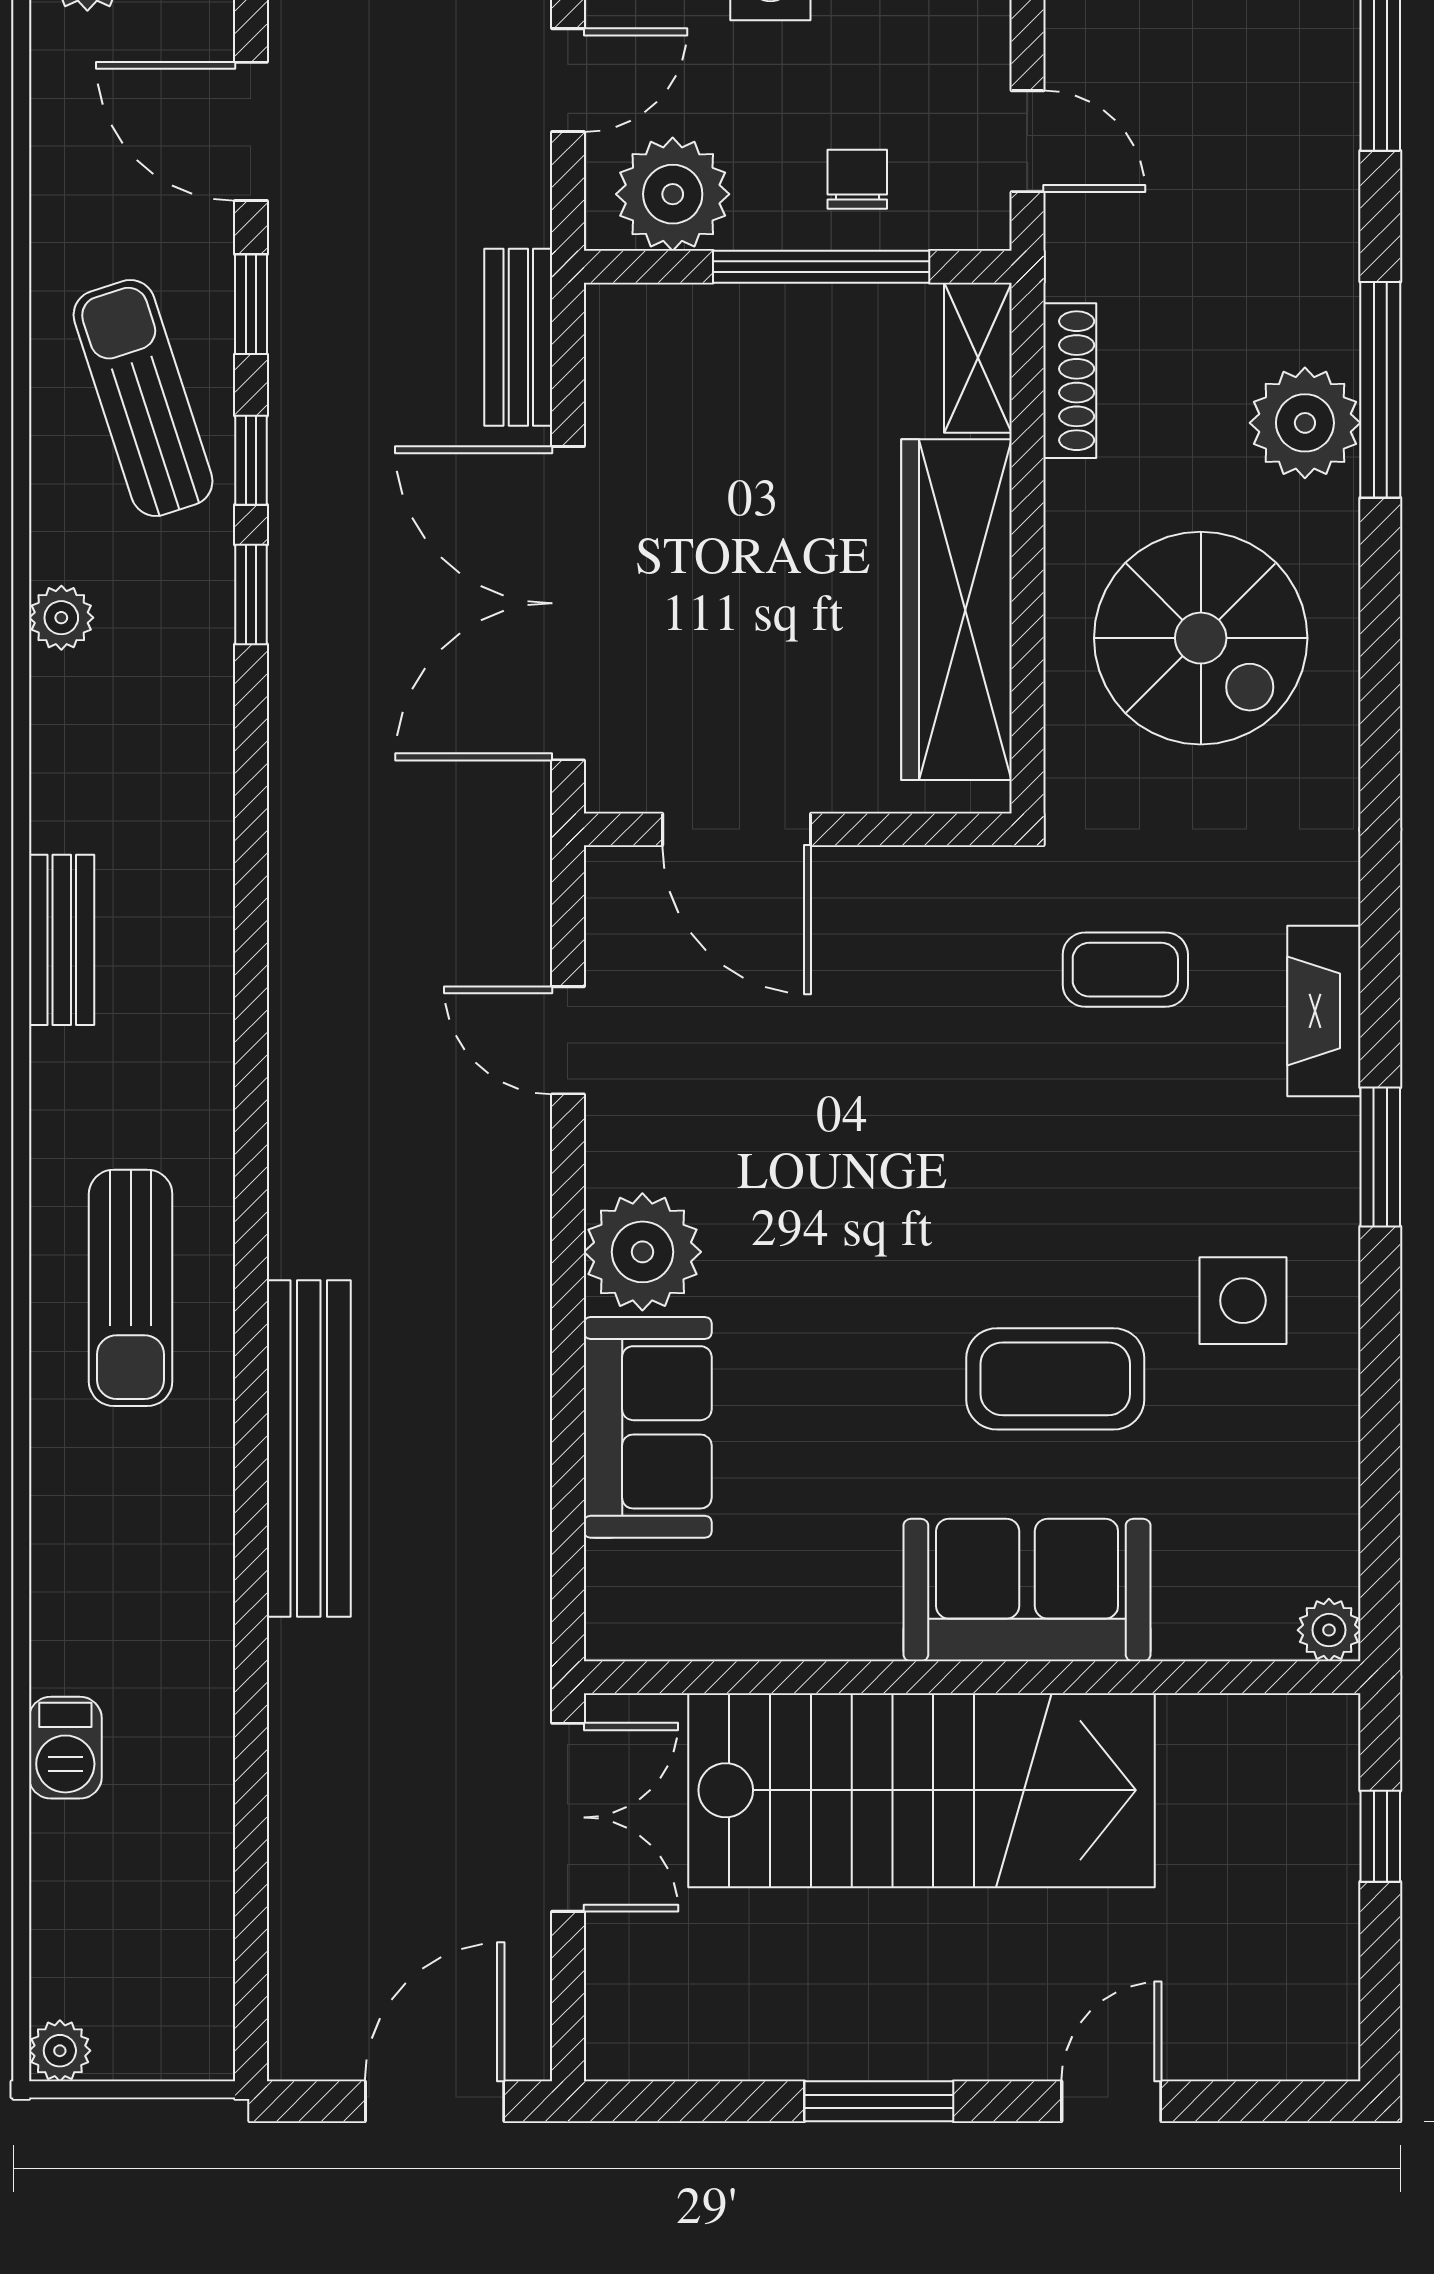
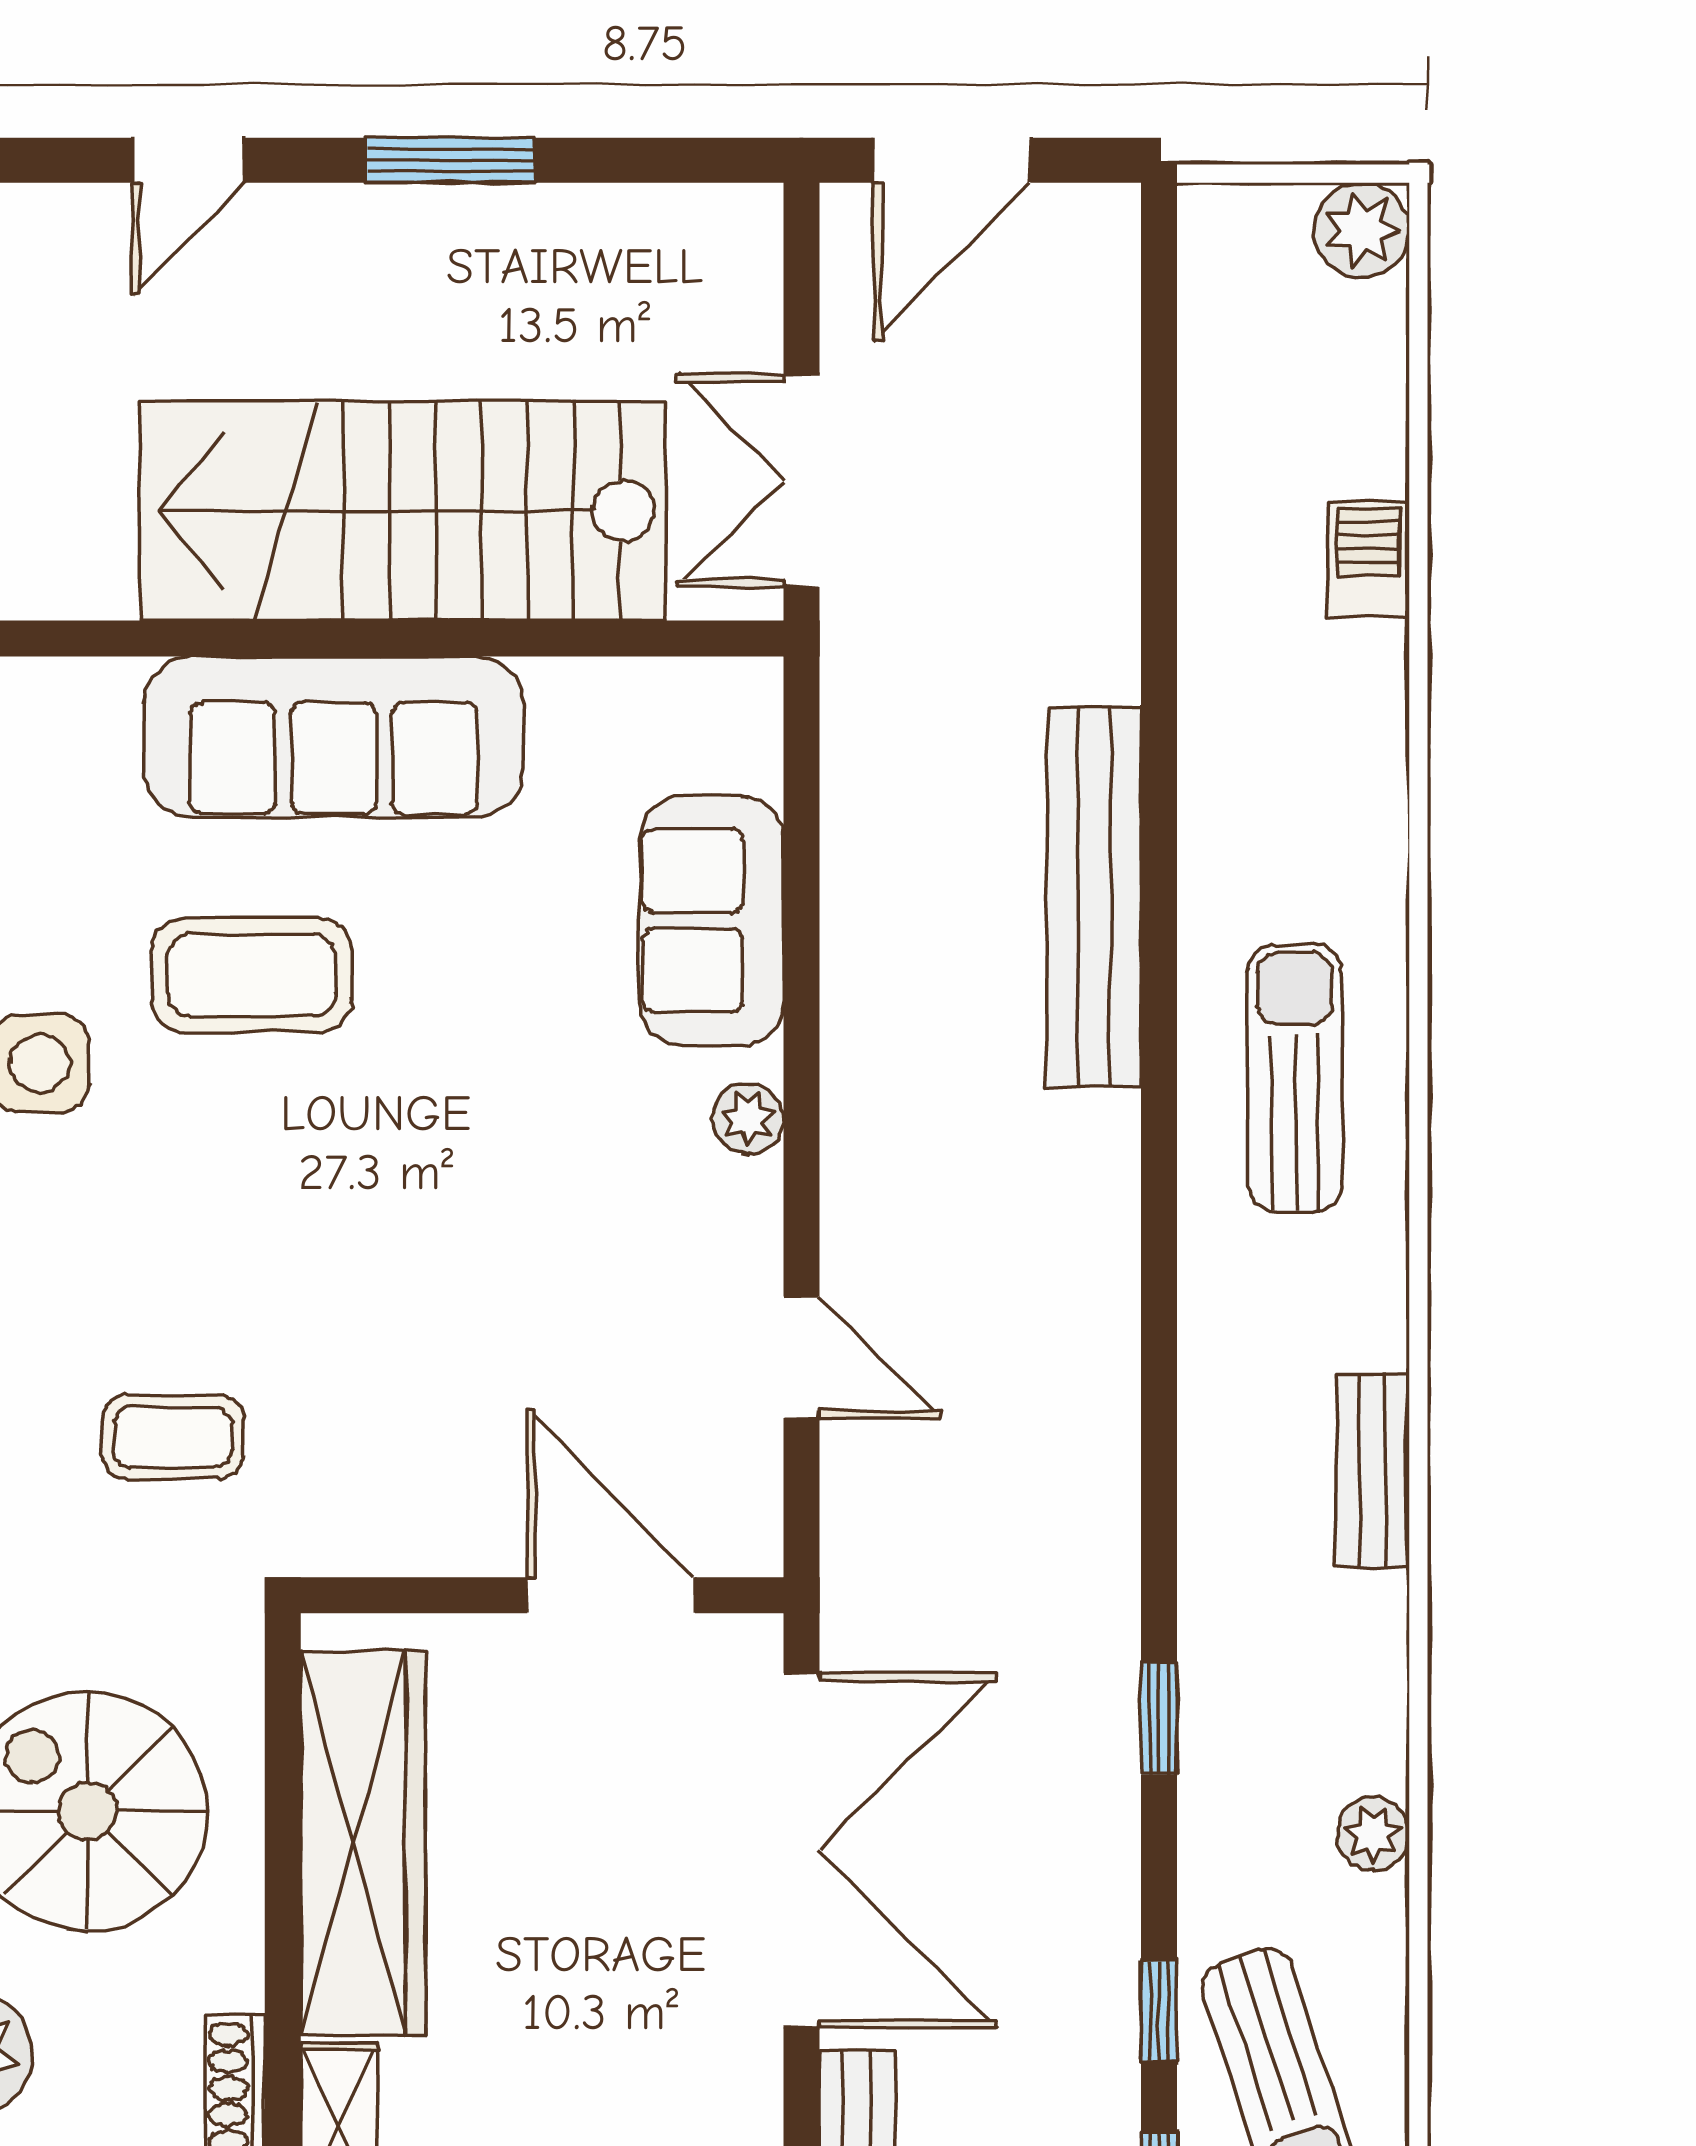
window: (251, 594) -> (1159, 1718), moved
plant: (642, 1252) -> (748, 1119), width x0.53, depth x0.53
sofa: (1027, 1590) -> (334, 737), width x1.36
plant: (60, 2051) -> (1362, 230), width x1.38, depth x1.38

